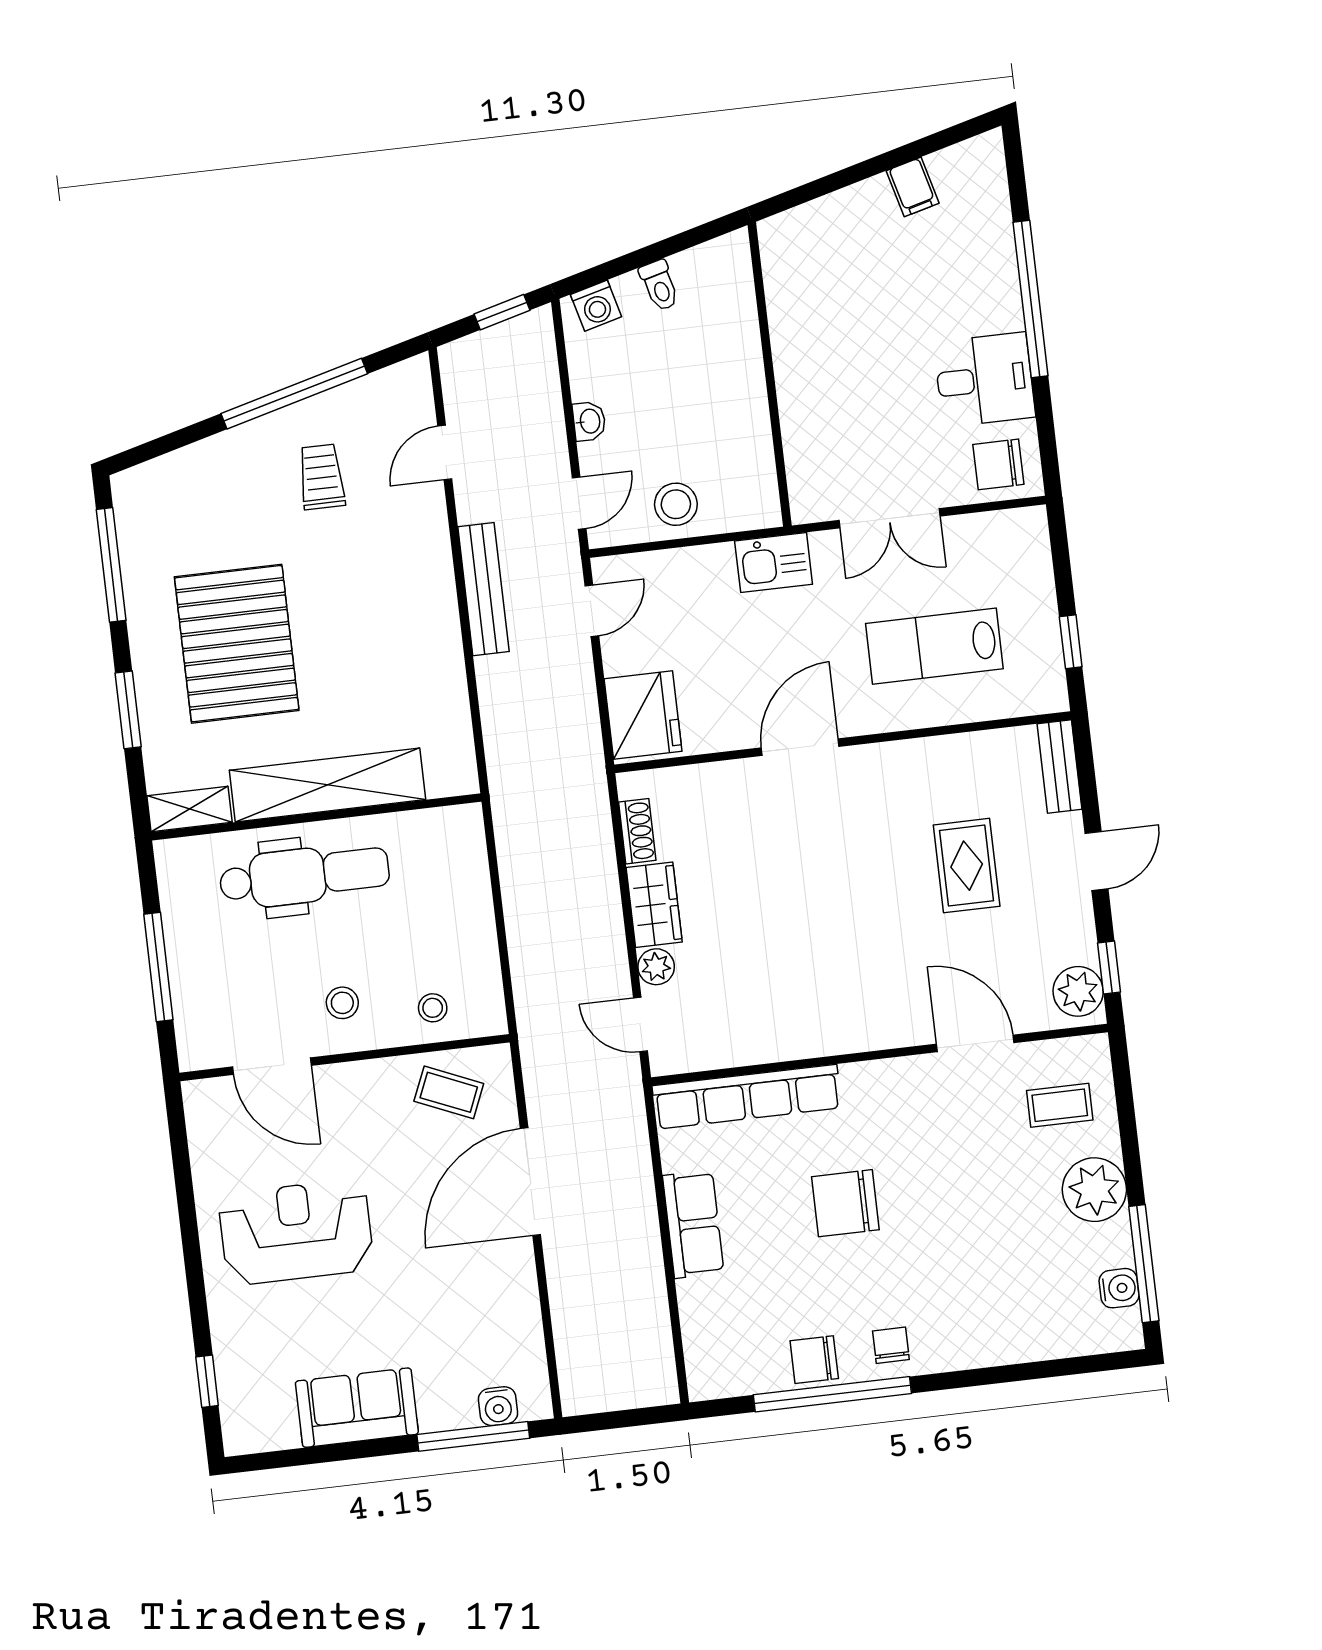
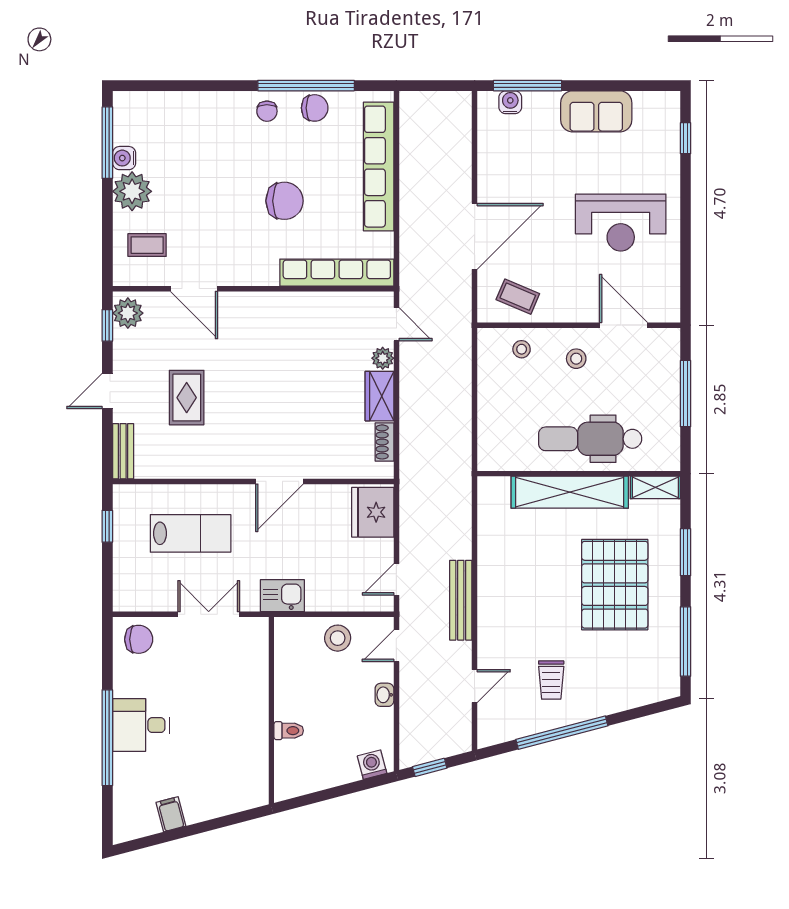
toilet: (659, 285) -> (289, 731), moved, turned 105
desk: (985, 380) -> (141, 725), moved
row of seats: (693, 1224) -> (379, 167), width x2.02
water cooler: (1119, 1288) -> (124, 158), moved

